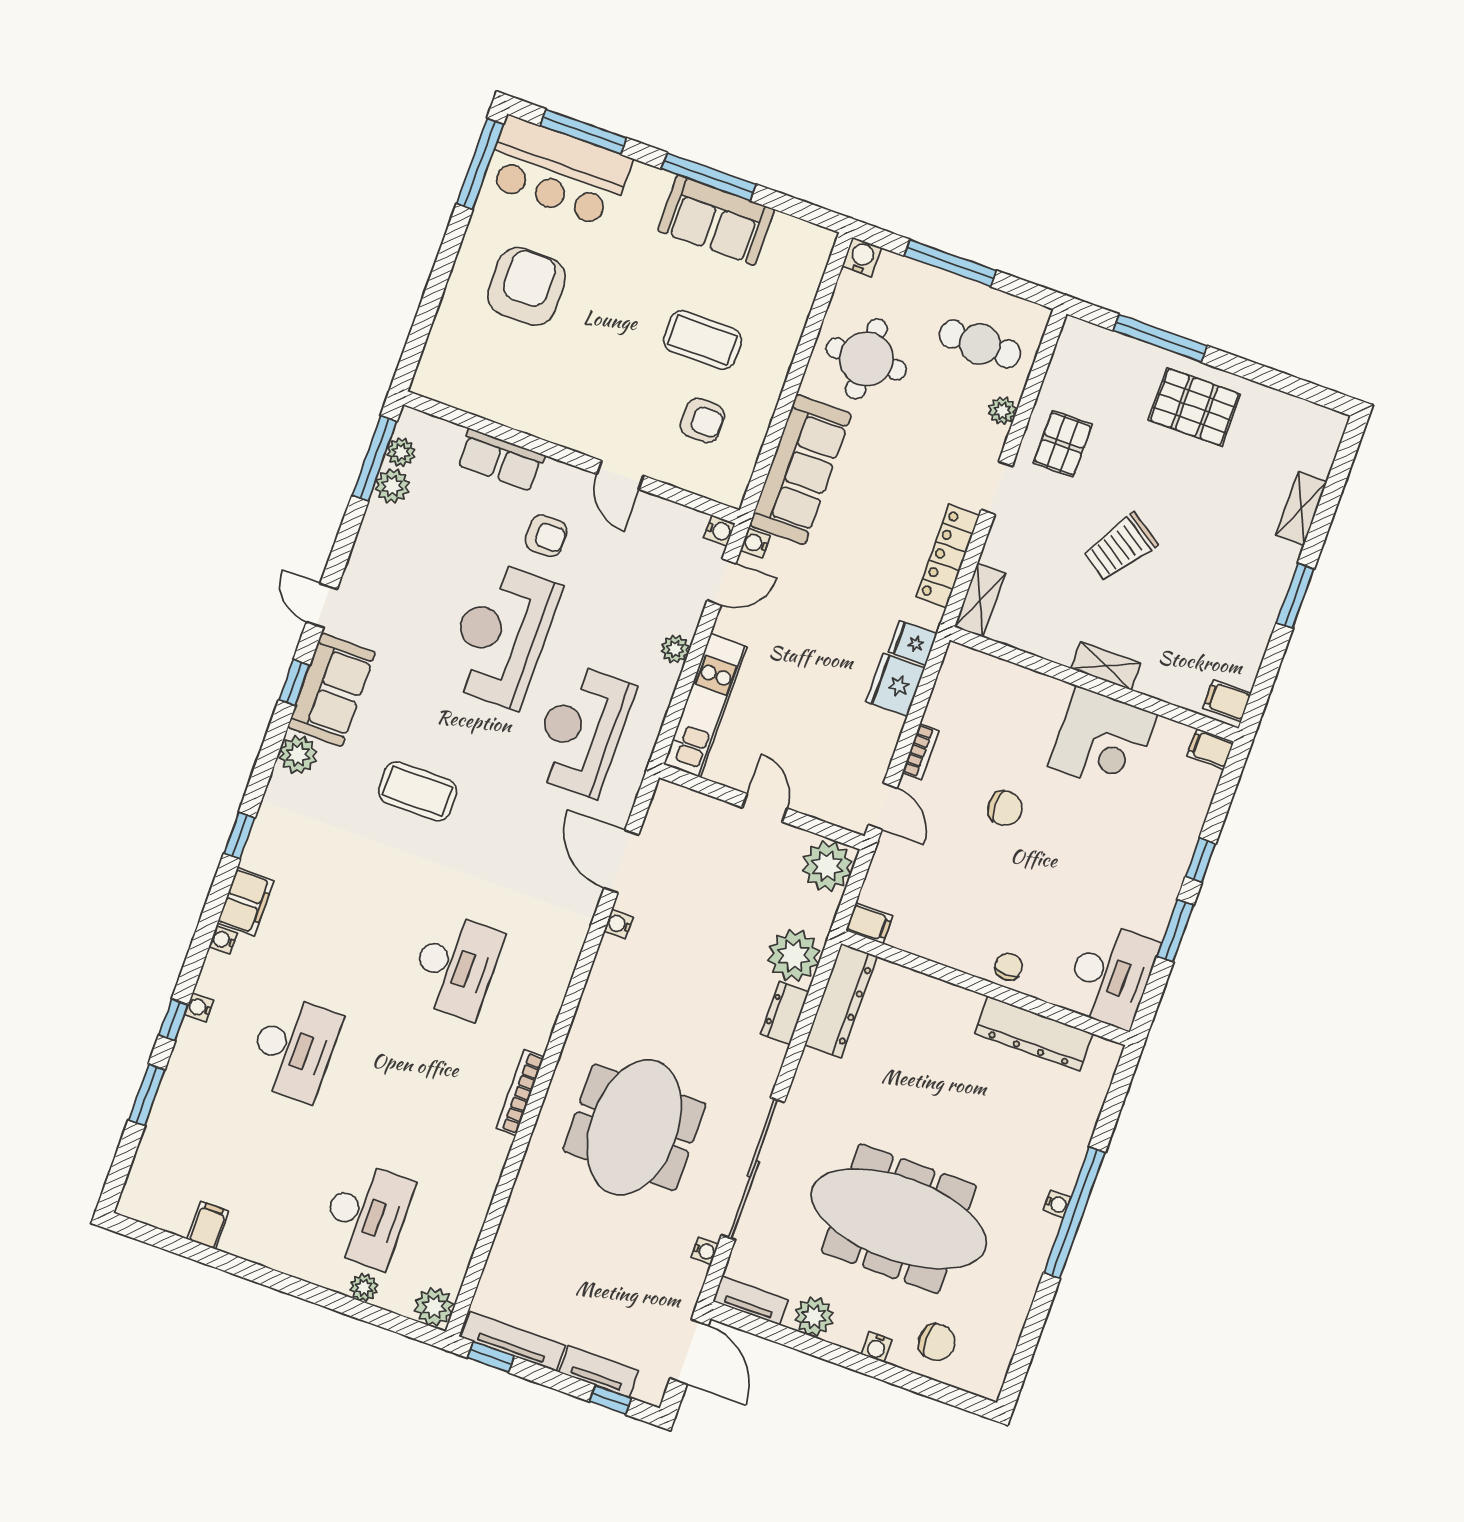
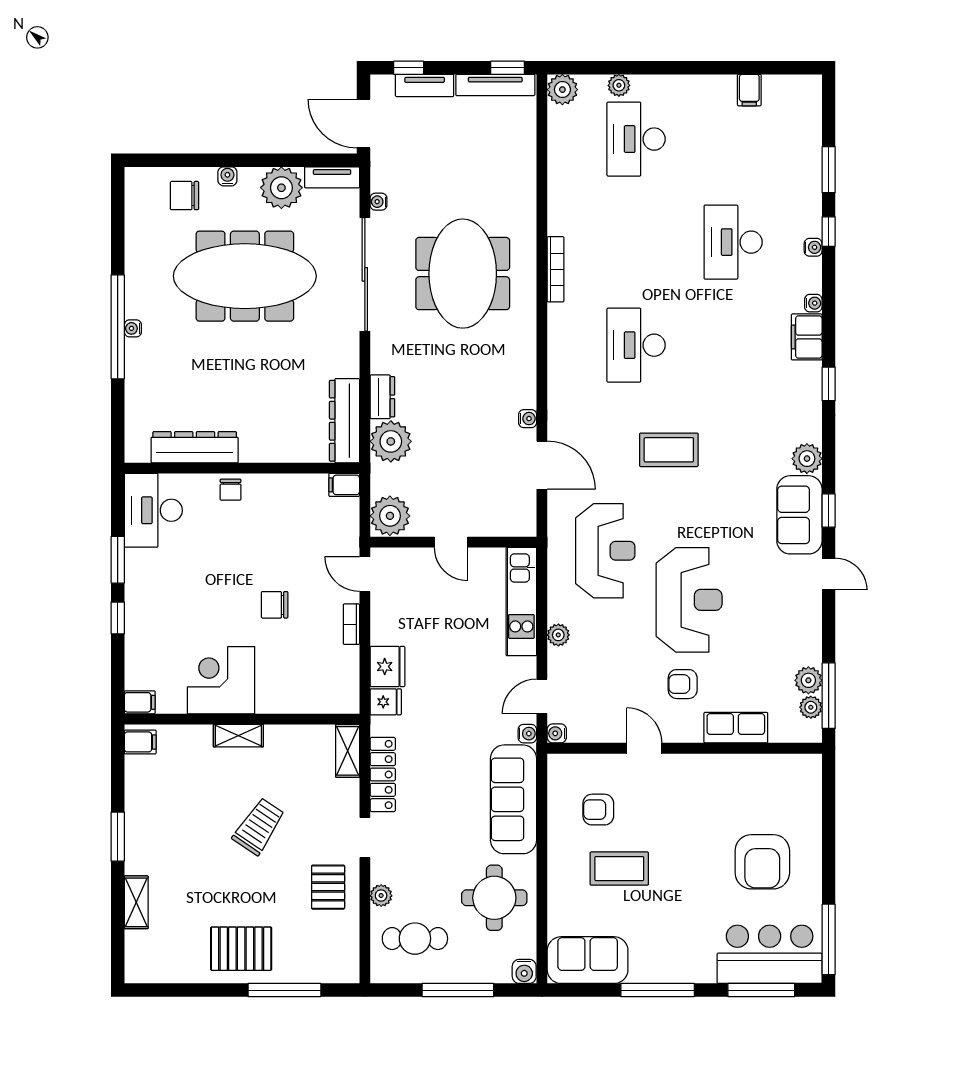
sofa: (716, 220) -> (588, 960), moved
coffee table: (418, 791) -> (669, 450), moved
plant: (814, 1316) -> (281, 188), width x1.36, depth x1.36

